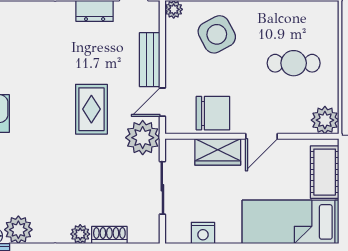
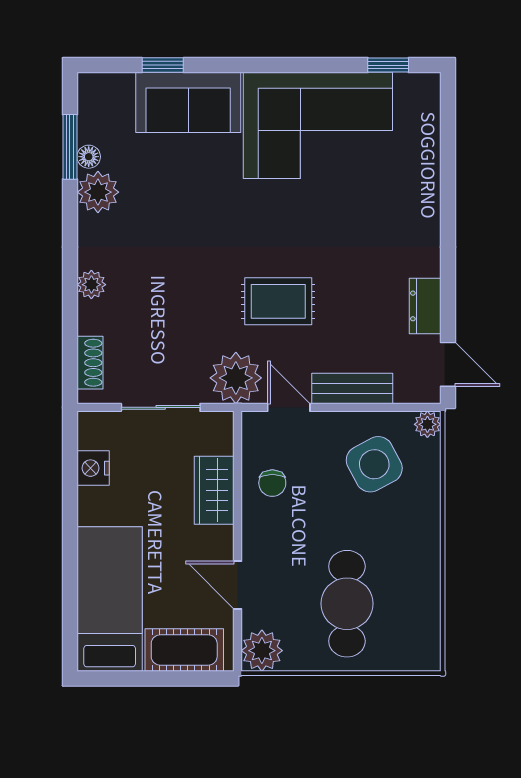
side table: (217, 34) -> (374, 464), moved
cafe table: (294, 63) -> (347, 604), width x1.37, depth x1.35
chair: (213, 113) -> (272, 483), width x0.54, depth x0.54
door: (261, 136) -> (238, 585), moved
shoe rack: (109, 235) -> (90, 363), moved

